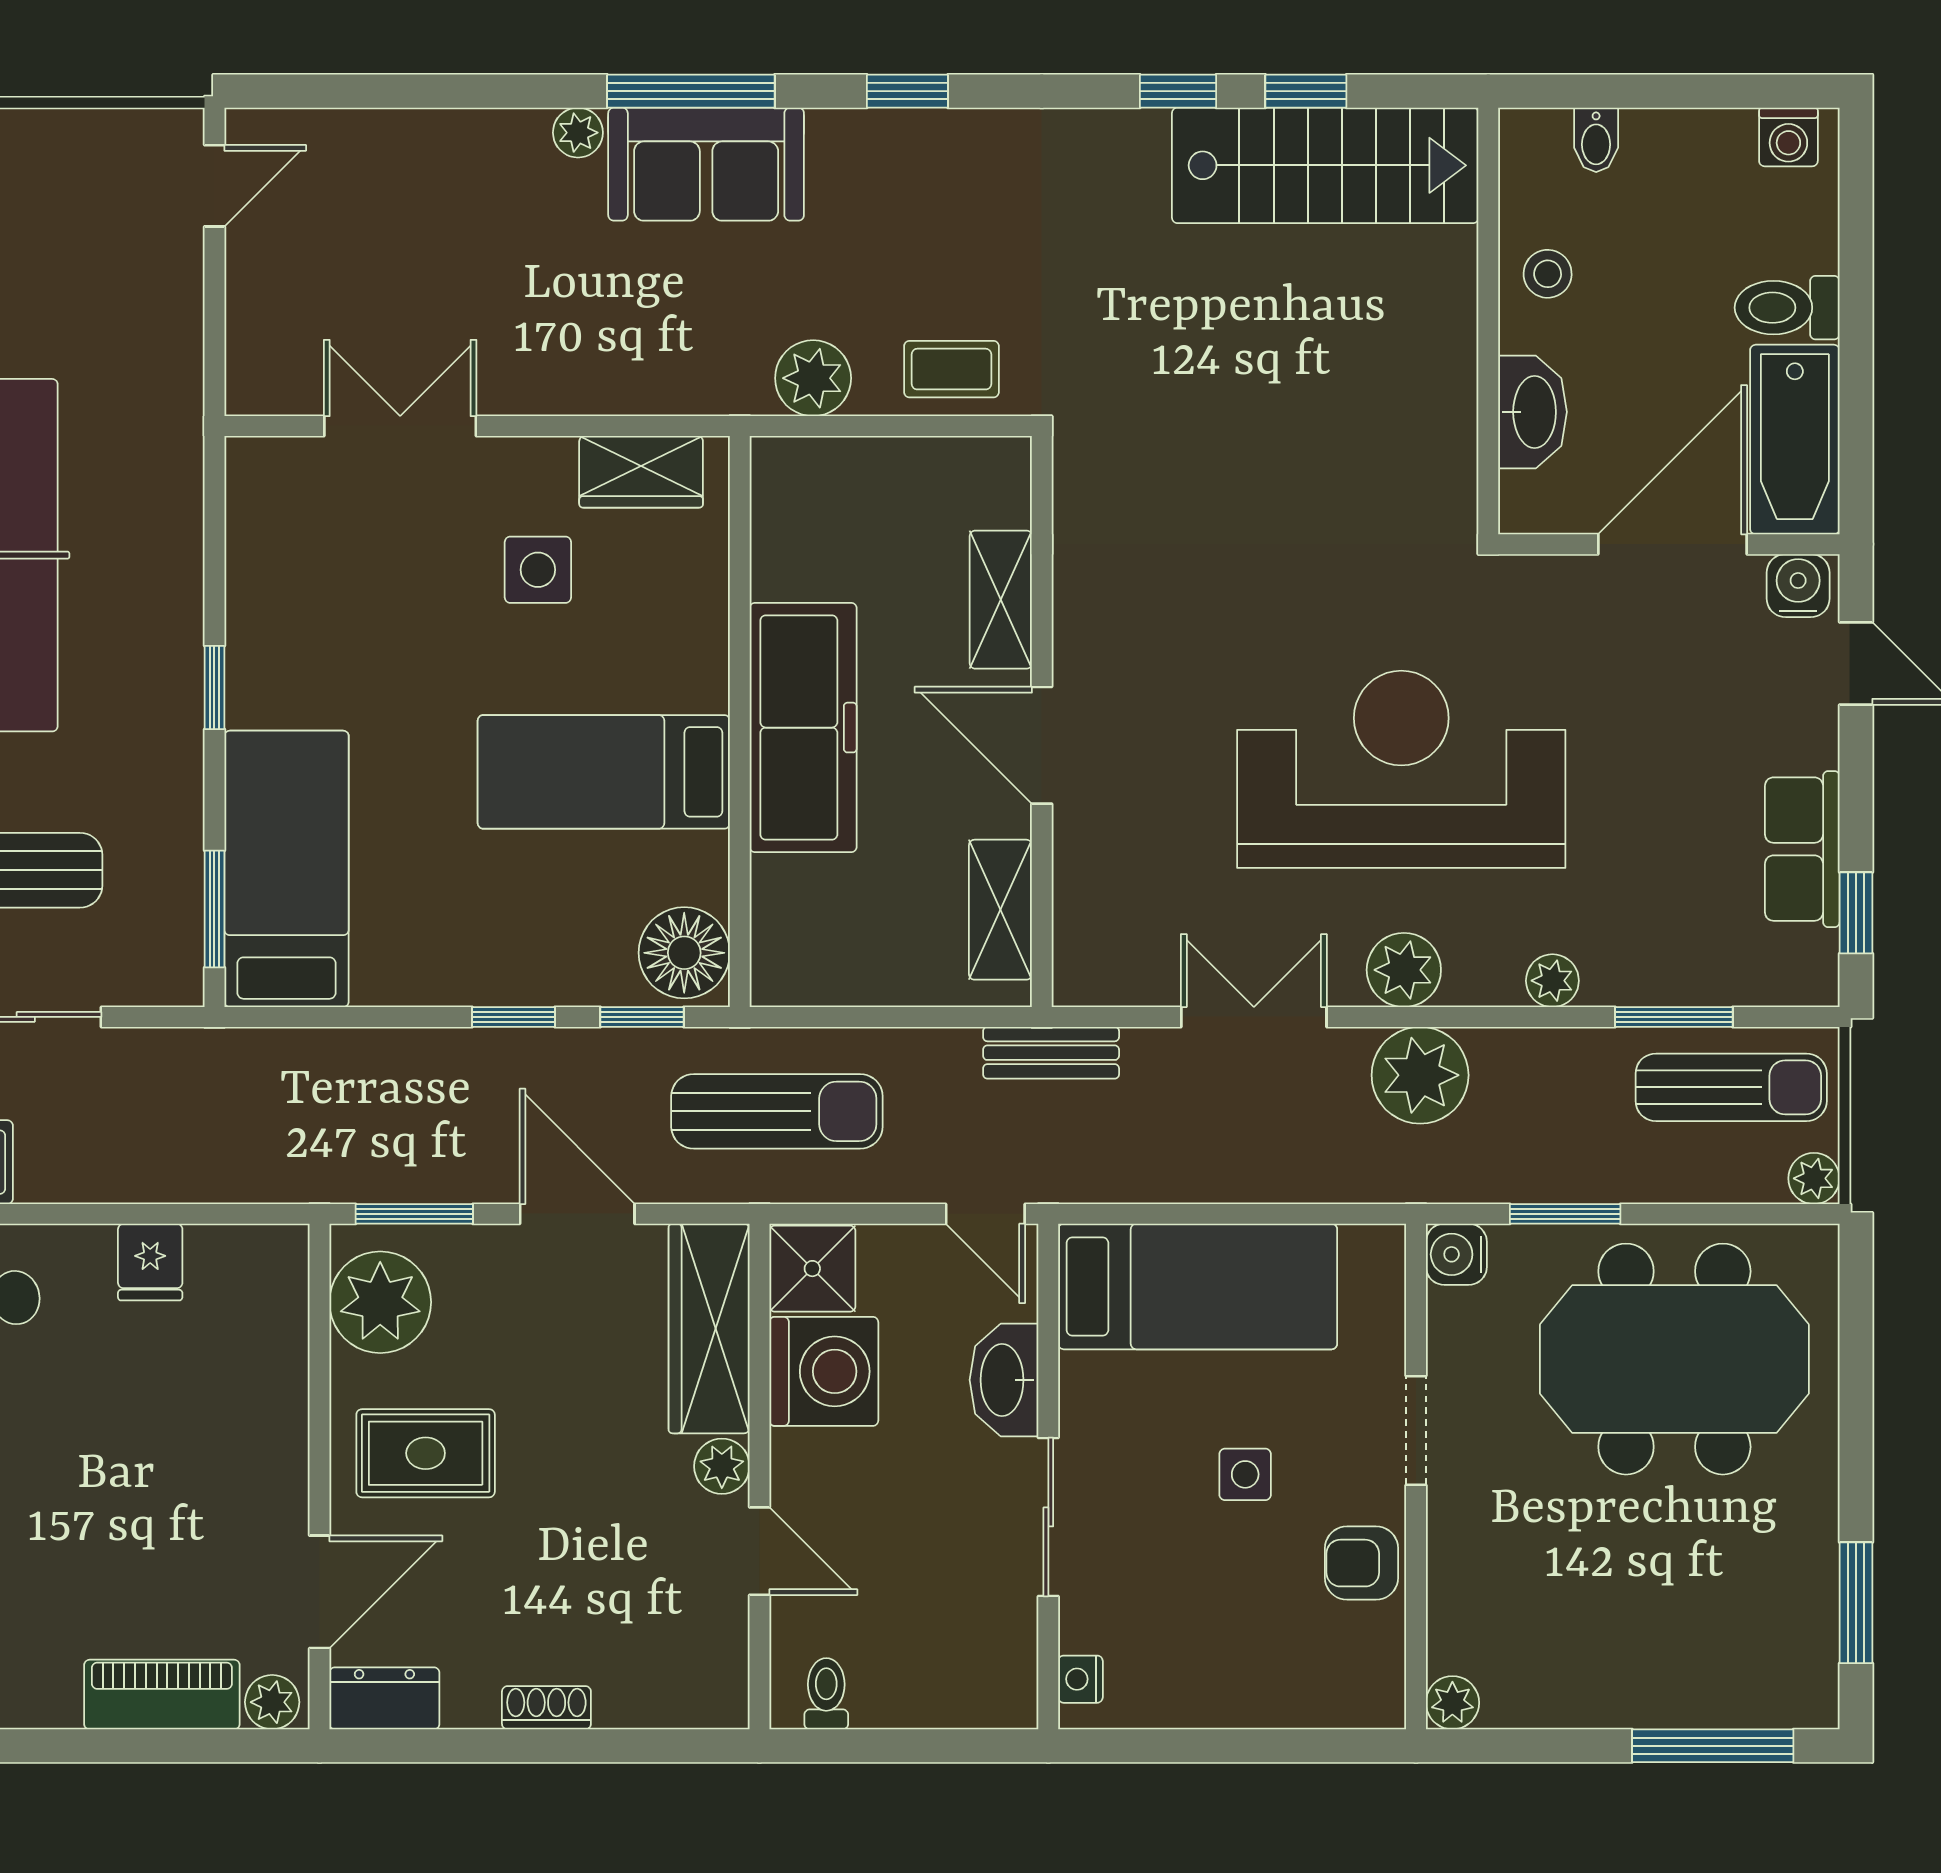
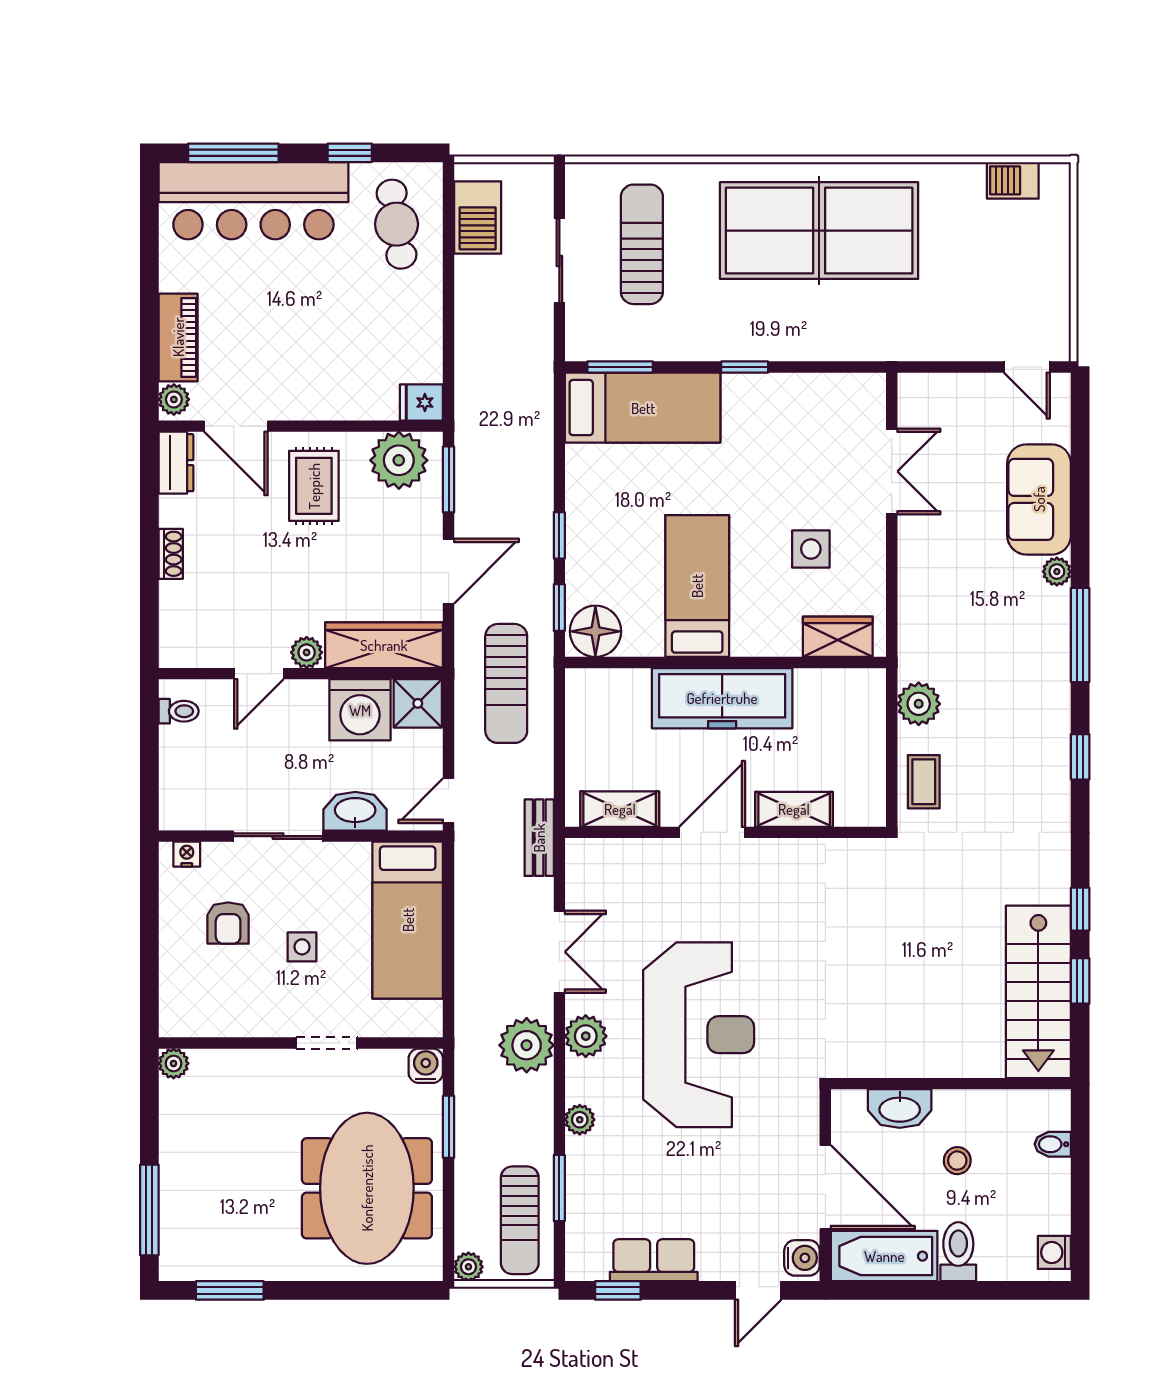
sofa: (706, 164) -> (1039, 499), moved
stool: (1548, 274) -> (957, 1161), moved
wardrobe: (641, 472) -> (838, 637), moved, turned 90
fridge: (150, 1262) -> (421, 402), moved
armchair: (1362, 1563) -> (228, 923), moved, turned 180

